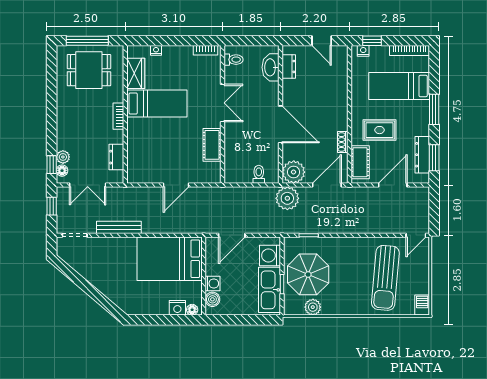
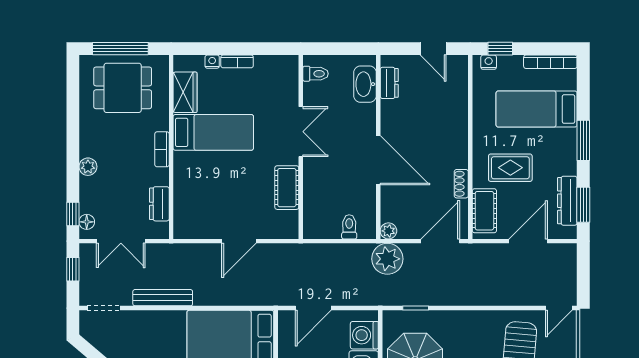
bookcase: (205, 50) -> (237, 61), moved
plant: (63, 157) -> (88, 167), moved
plant: (294, 172) -> (388, 231), width x0.53, depth x0.53

